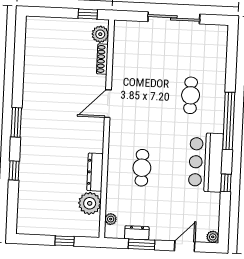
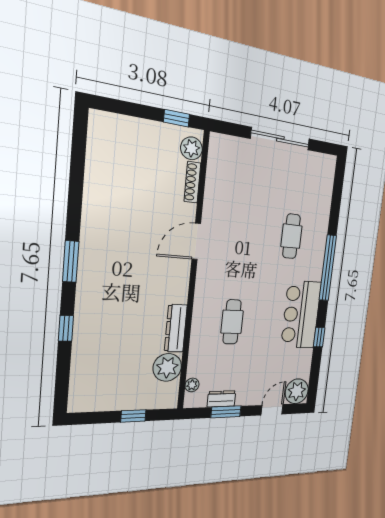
plant: (213, 237) -> (297, 391), width x1.88, depth x1.88

